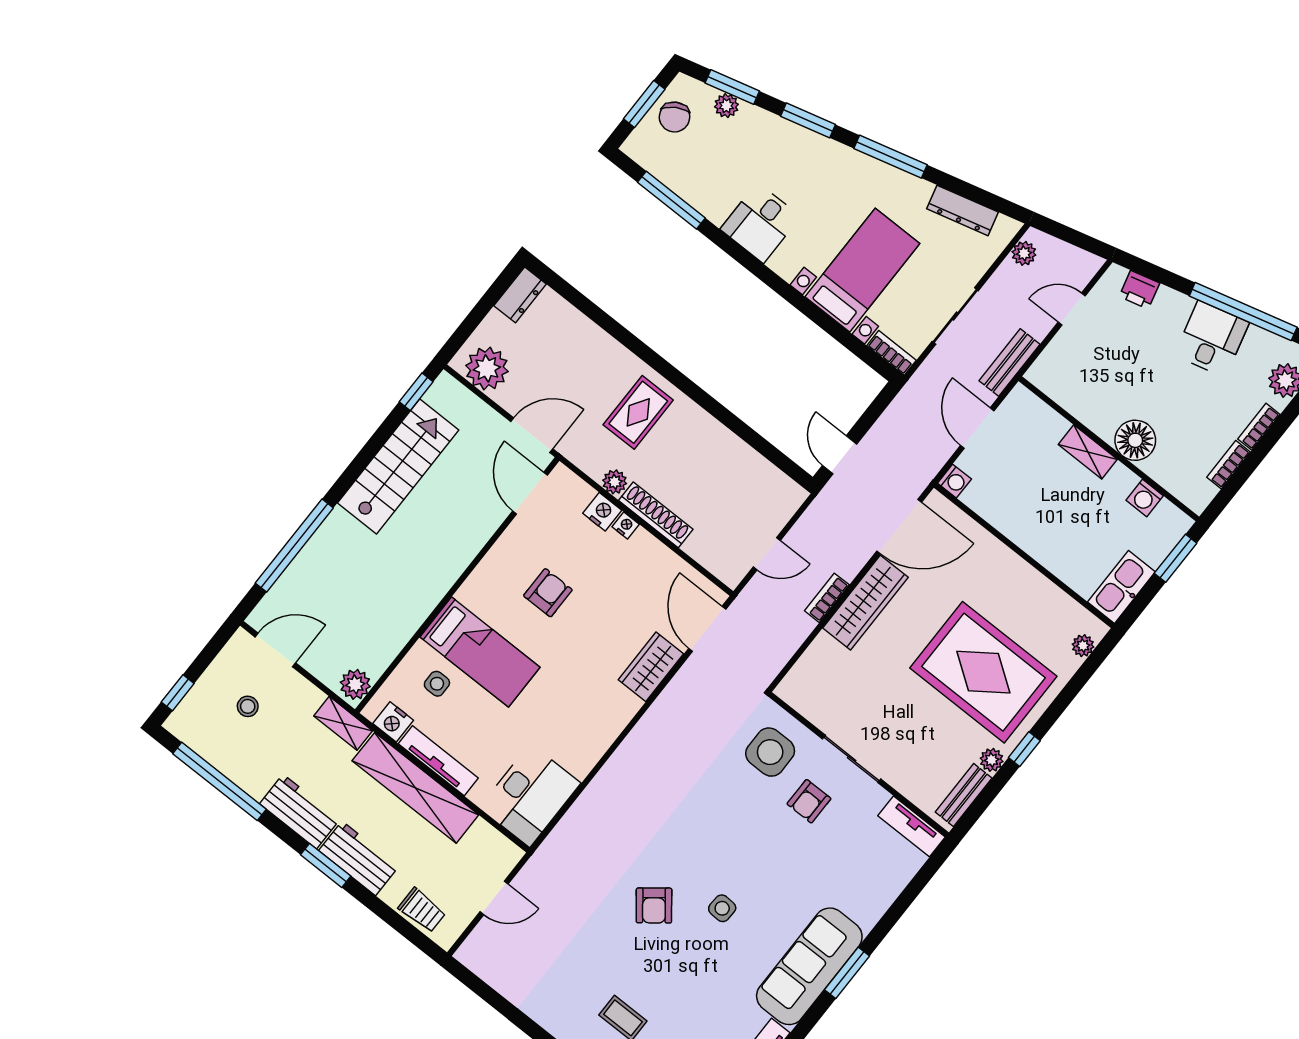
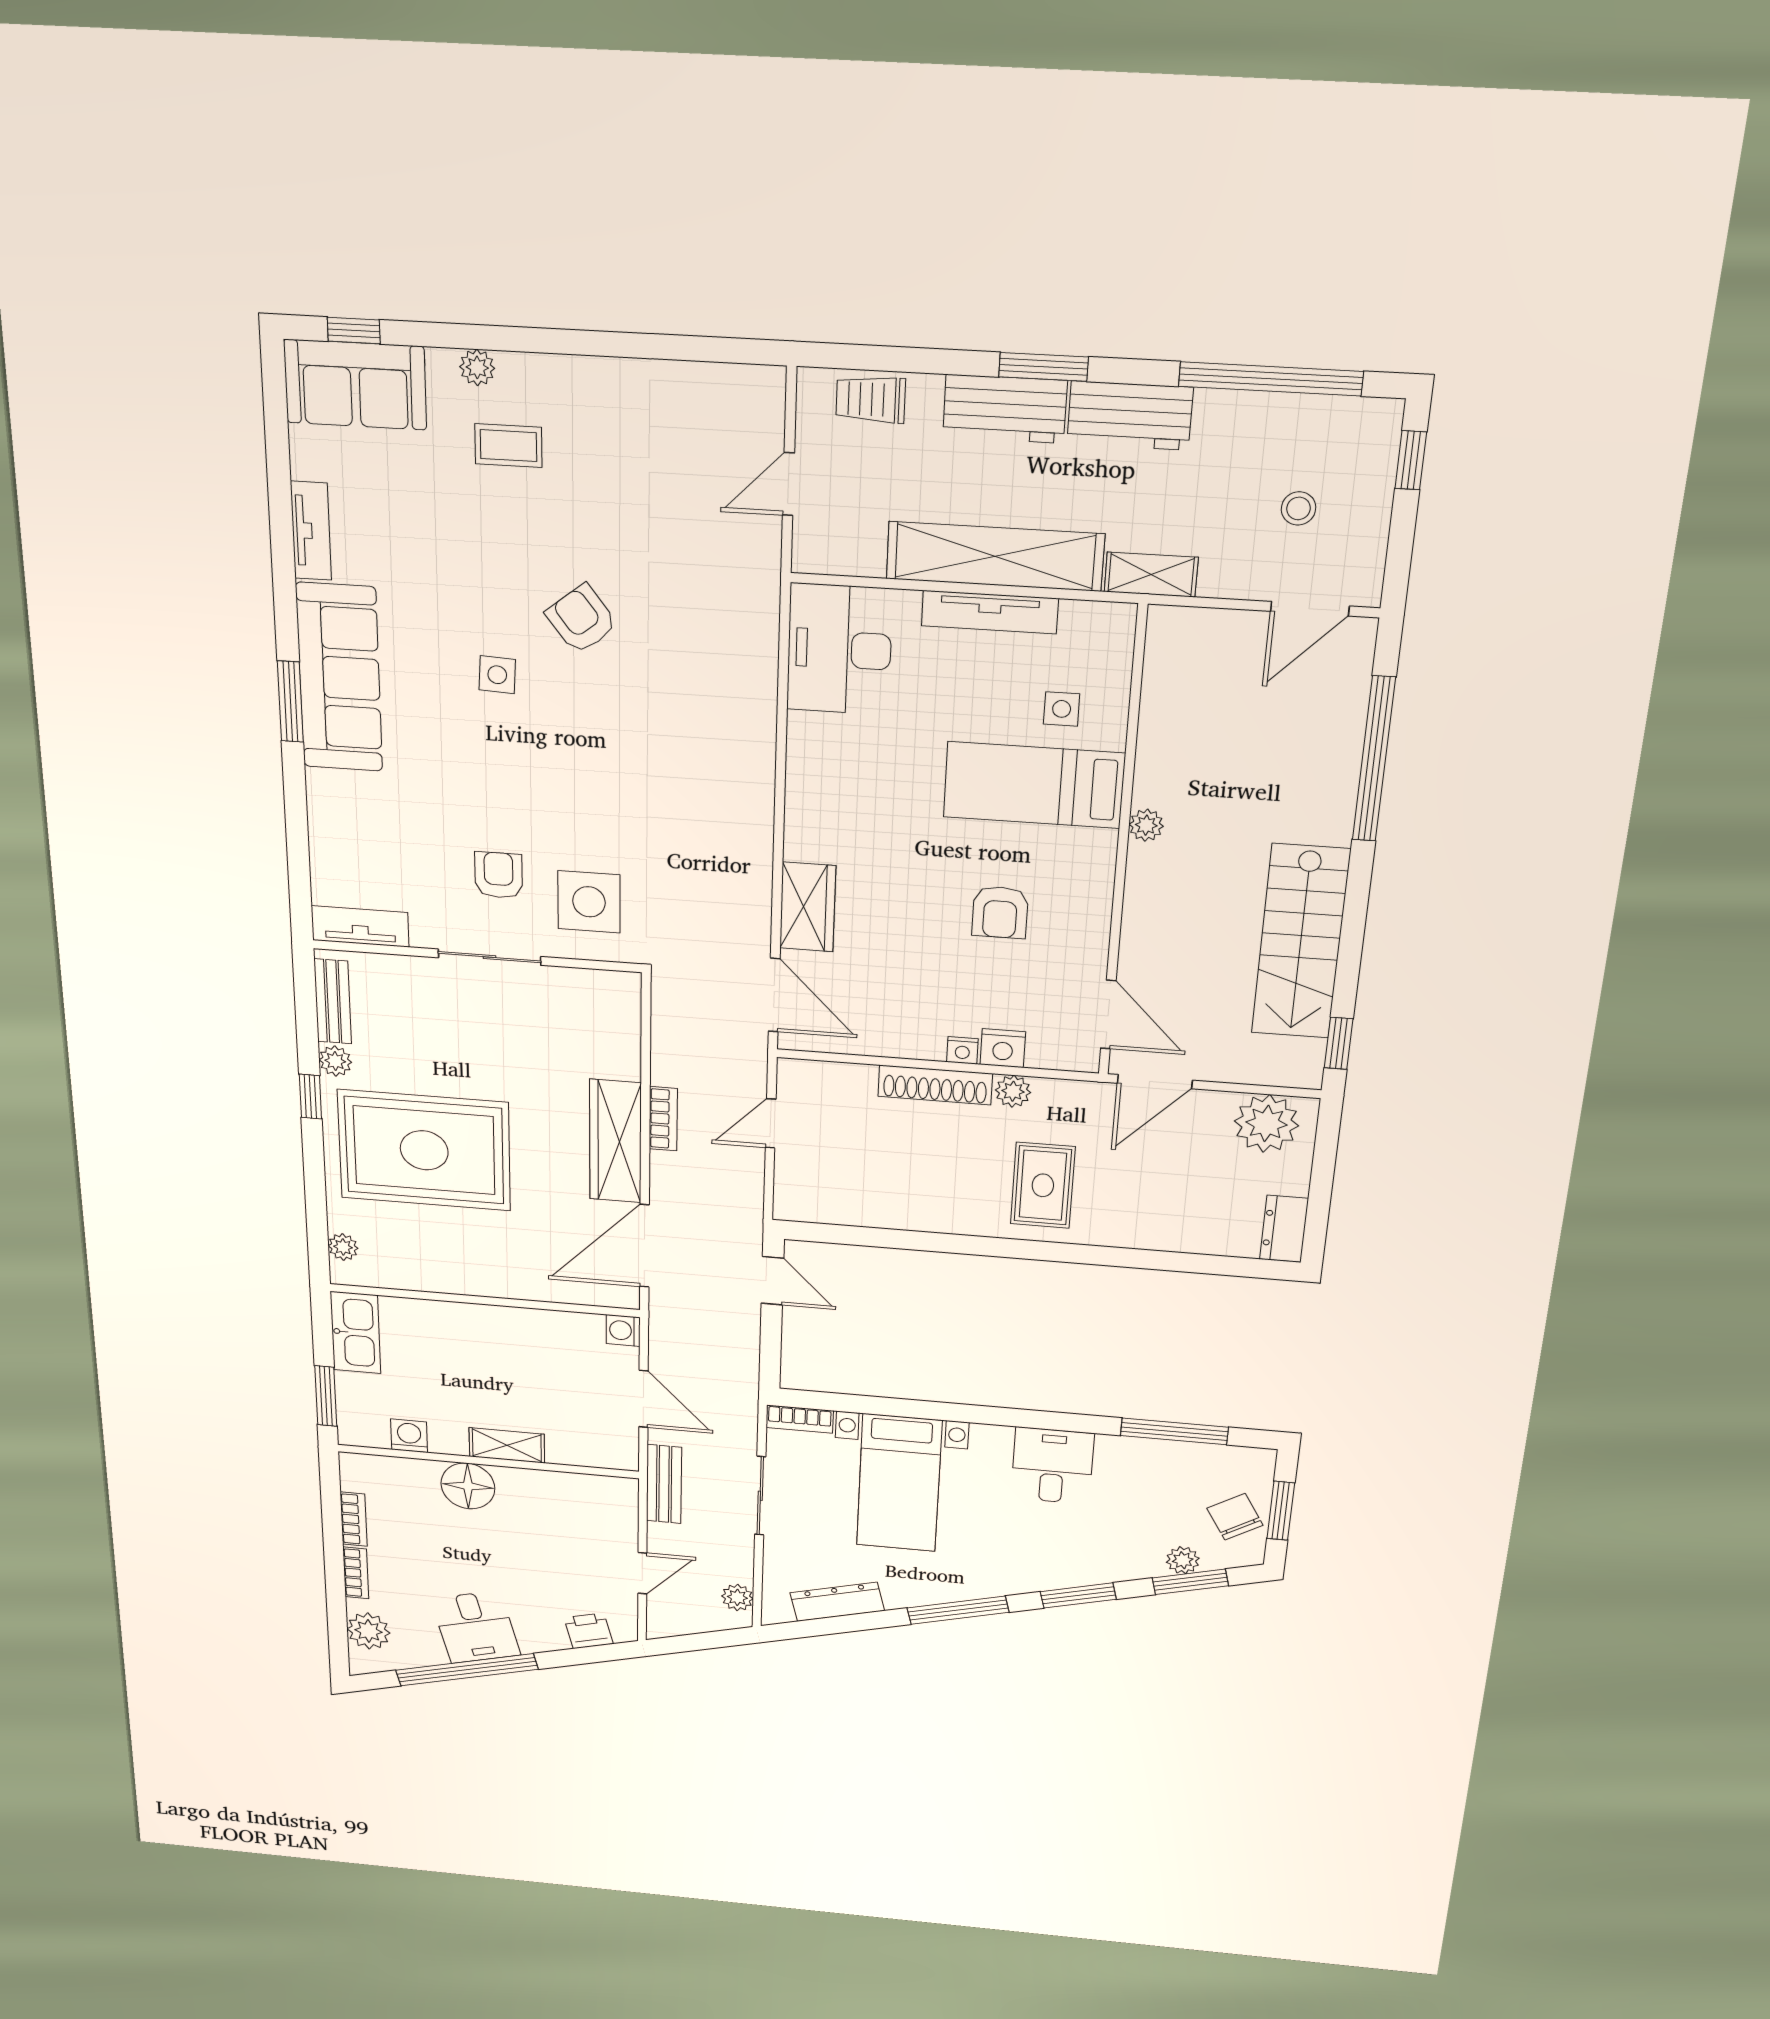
plant: (355, 684) -> (1146, 825), moved, width x0.73, depth x0.73
nightstand: (393, 722) -> (1085, 622), removed

